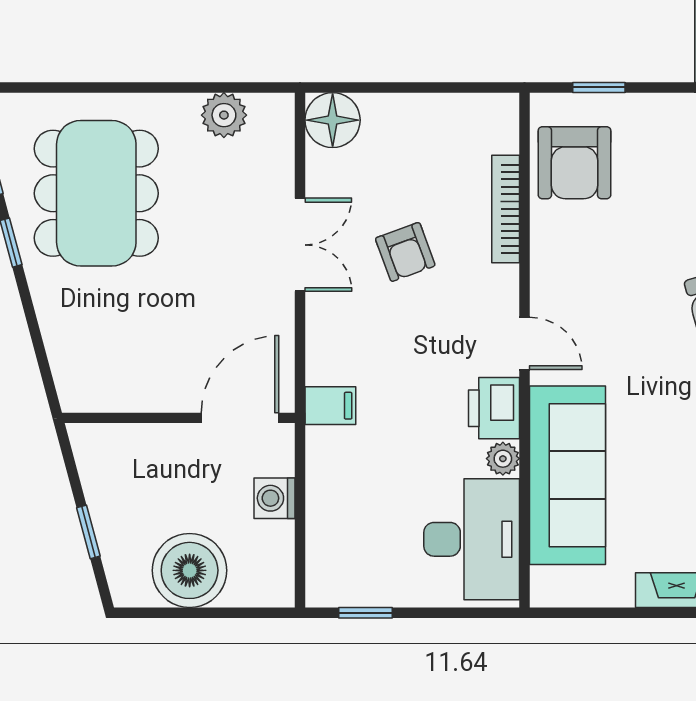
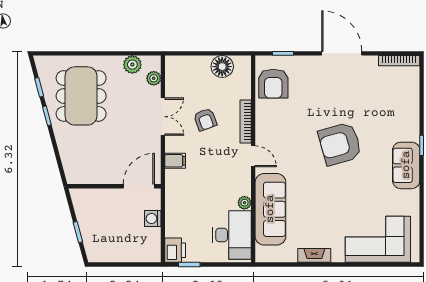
floor lamp: (333, 120) -> (222, 67), moved
plant: (277, 149) -> (154, 78), added
bookcase: (506, 209) -> (246, 122), moved
filing cabinet: (330, 406) -> (175, 161), moved
printer: (494, 408) -> (175, 250), moved, turned 180
boiler: (190, 570) -> (119, 248), removed

